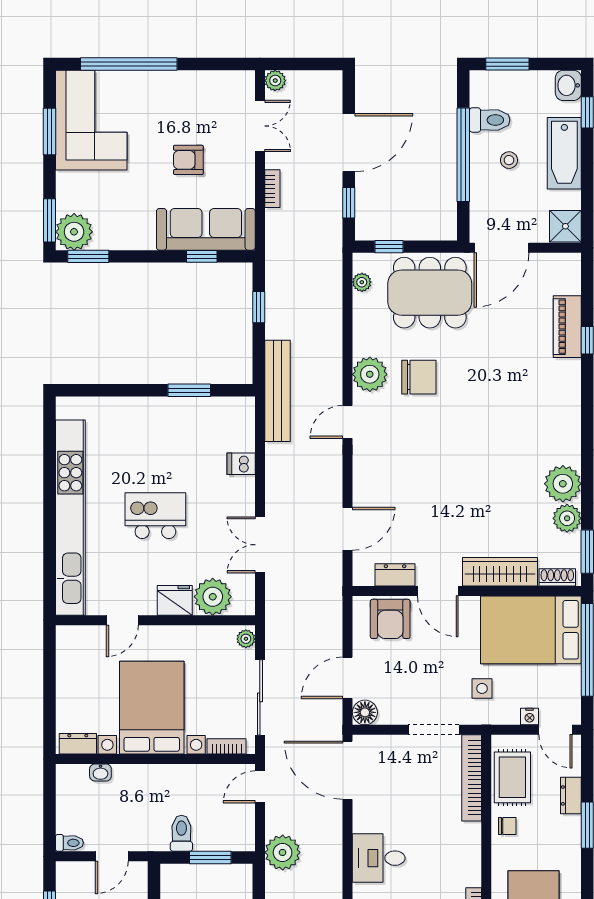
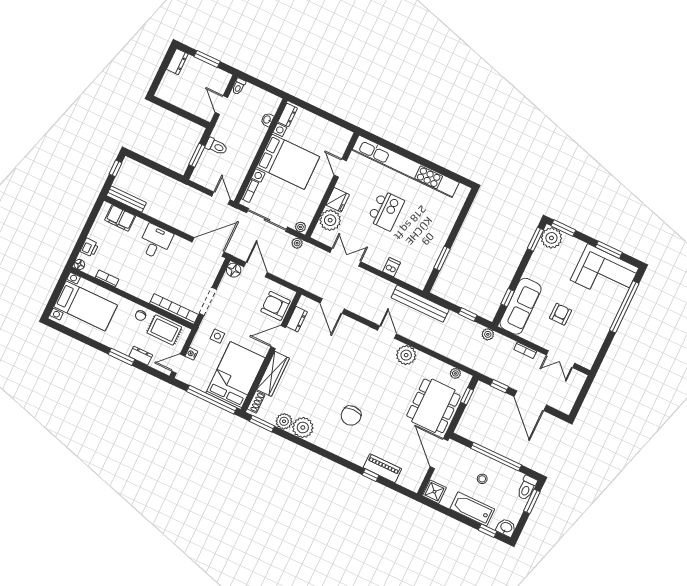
plant: (275, 81) -> (488, 334), moved
toilet: (490, 120) -> (527, 488), moved
chair: (419, 377) -> (351, 416), moved
plant: (283, 852) -> (297, 243), moved, width x0.53, depth x0.53

